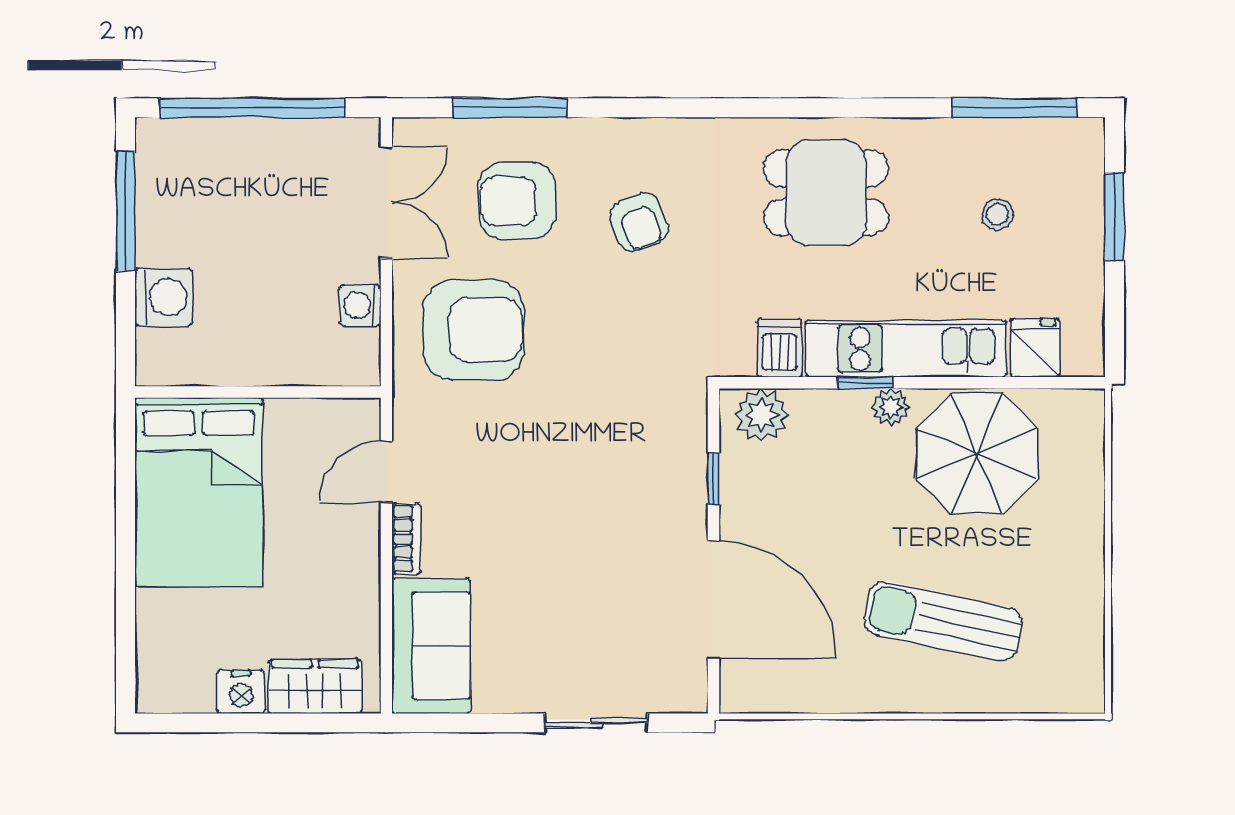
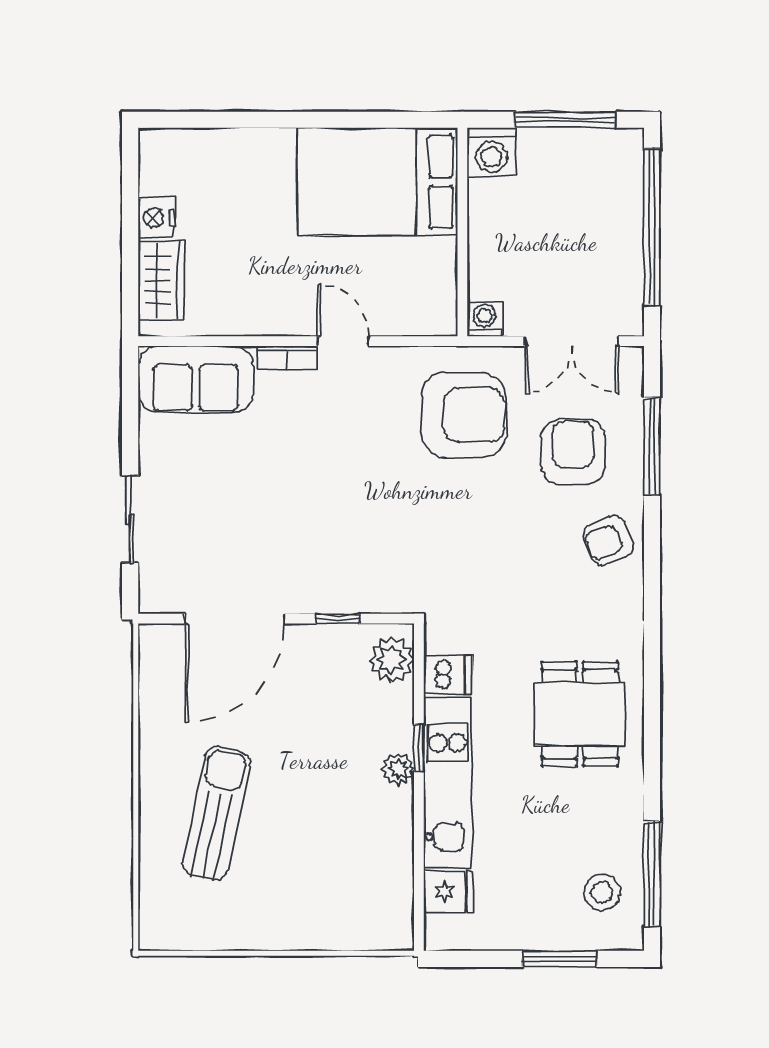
stool: (997, 215) -> (602, 893), moved, width x1.37, depth x1.37
armchair: (639, 222) -> (608, 541), moved
armchair: (473, 330) -> (464, 415), turned -90
wall: (258, 392) -> (462, 232), moved
parasol: (977, 453) -> (359, 842), removed
bed: (199, 492) -> (378, 182), moved

